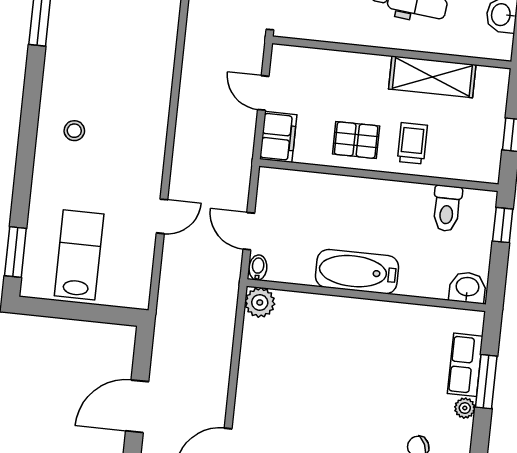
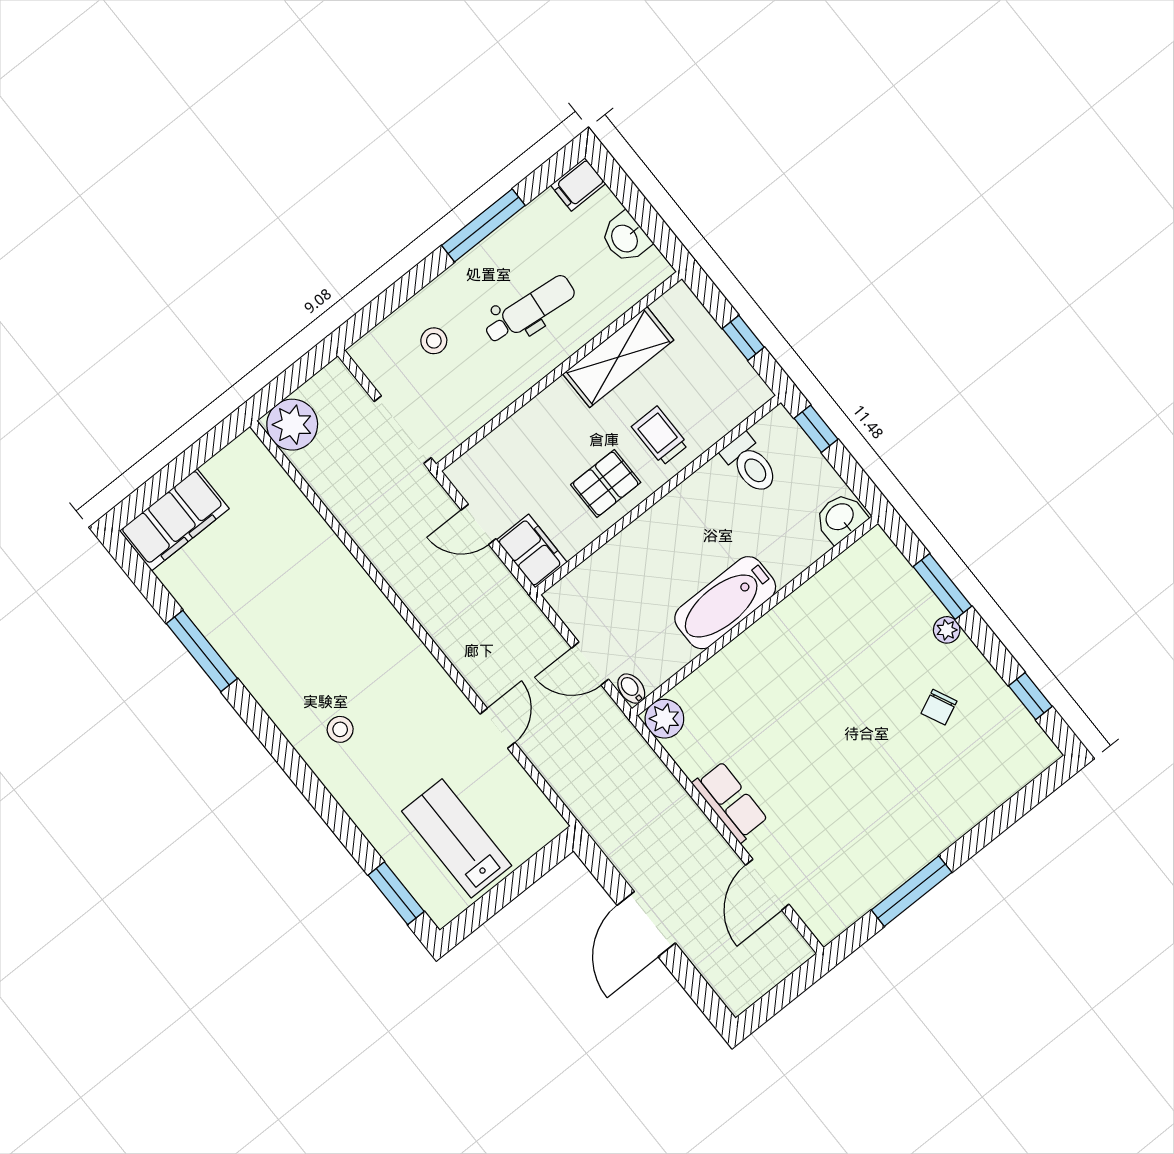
row of seats: (465, 365) -> (730, 802), moved, turned 180

